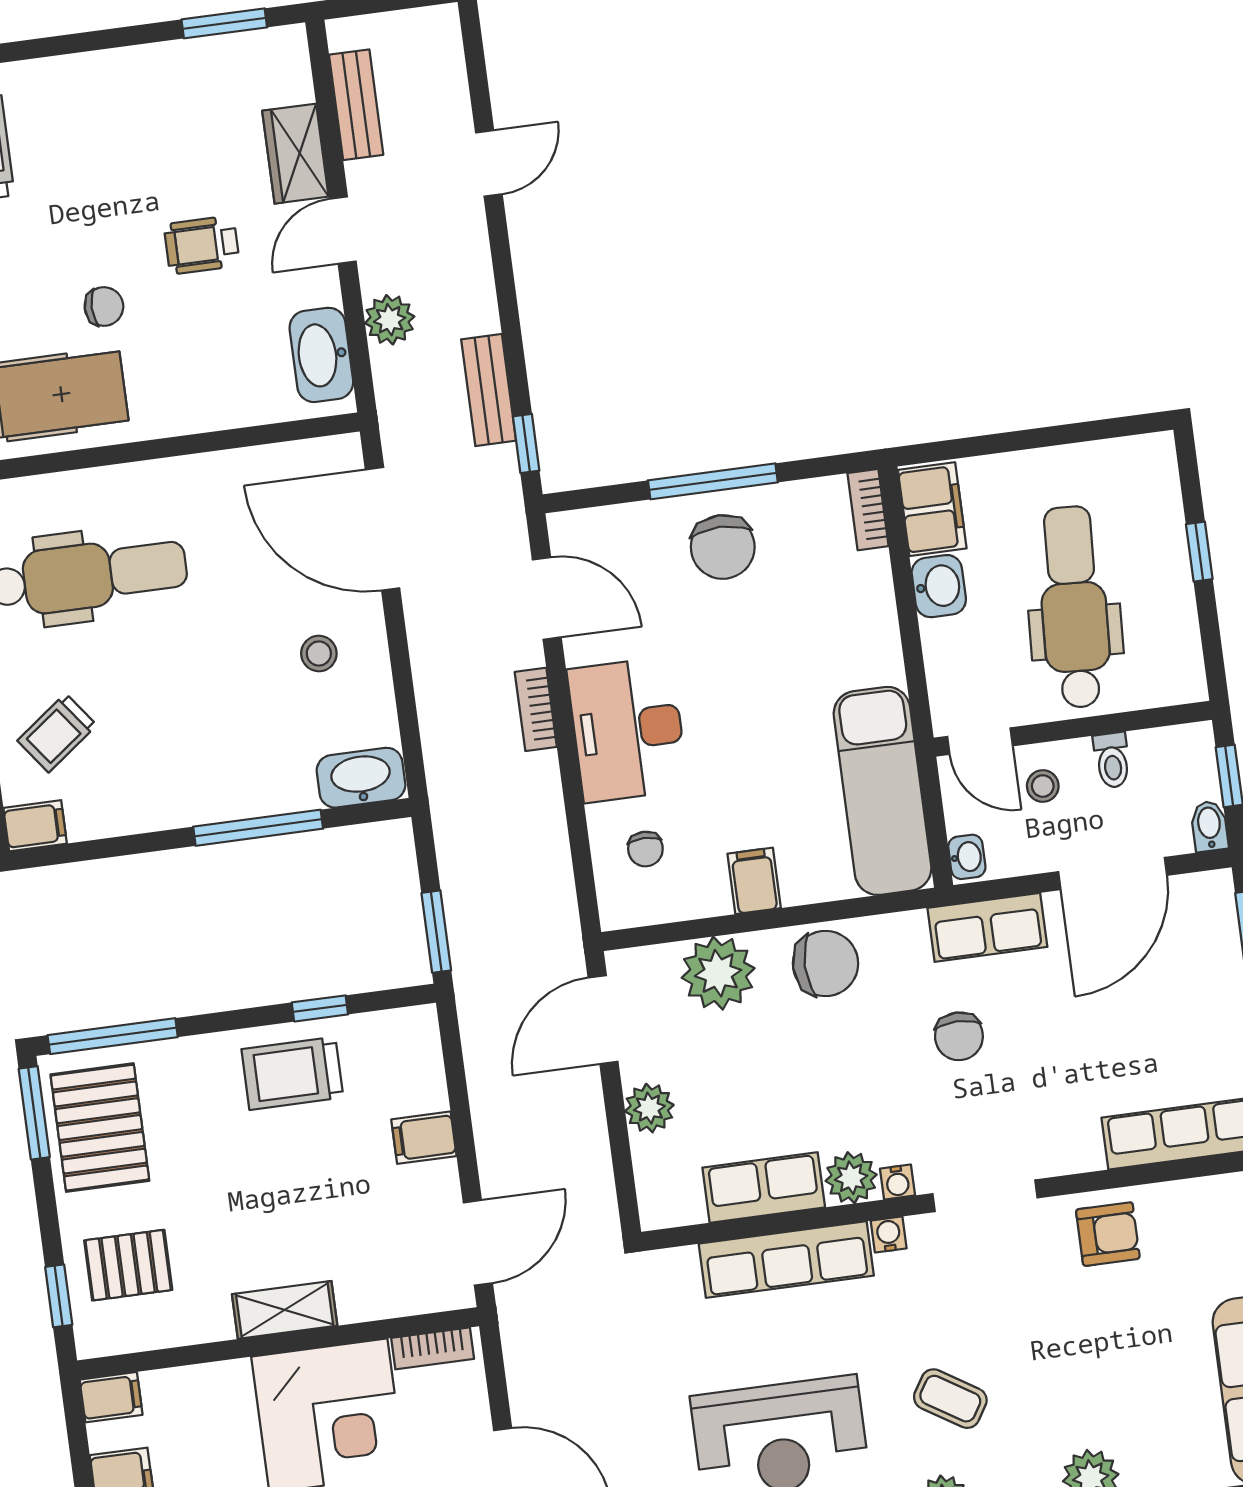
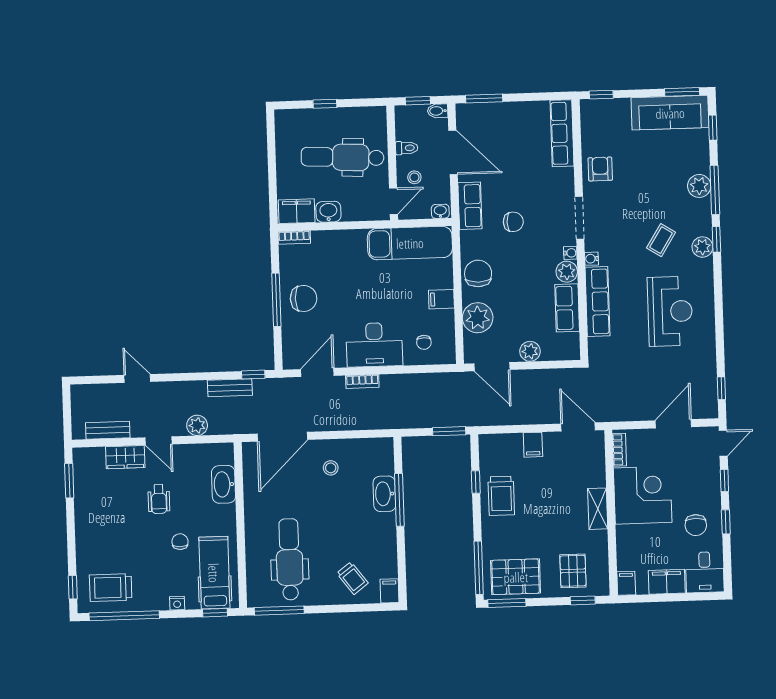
washbasin: (321, 355) -> (224, 484), moved, turned 90
washbasin: (361, 778) -> (384, 494), moved
chair: (645, 849) -> (424, 342), turned 90

